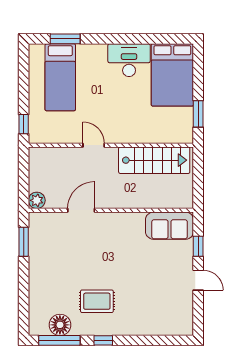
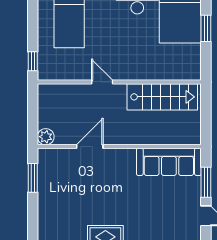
window: (198, 114) -> (206, 28), moved
sofa: (170, 226) -> (169, 162), width x1.36
window: (198, 246) -> (206, 182), width x1.50

